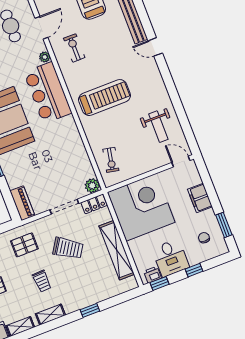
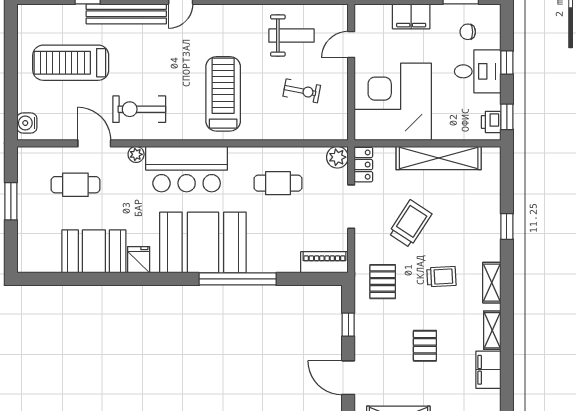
exercise bike: (74, 48) -> (139, 109), width x1.38, depth x1.39
cafe table: (61, 154) -> (278, 183), added
exercise bike: (111, 160) -> (302, 91), moved
door: (181, 162) -> (351, 45), moved
desk: (171, 258) -> (478, 71), moved

